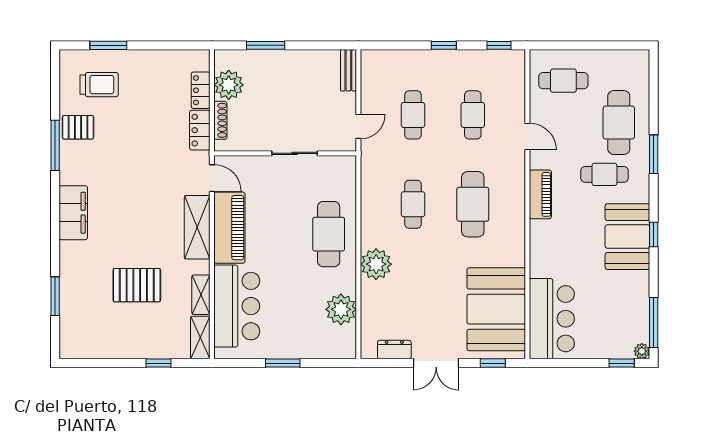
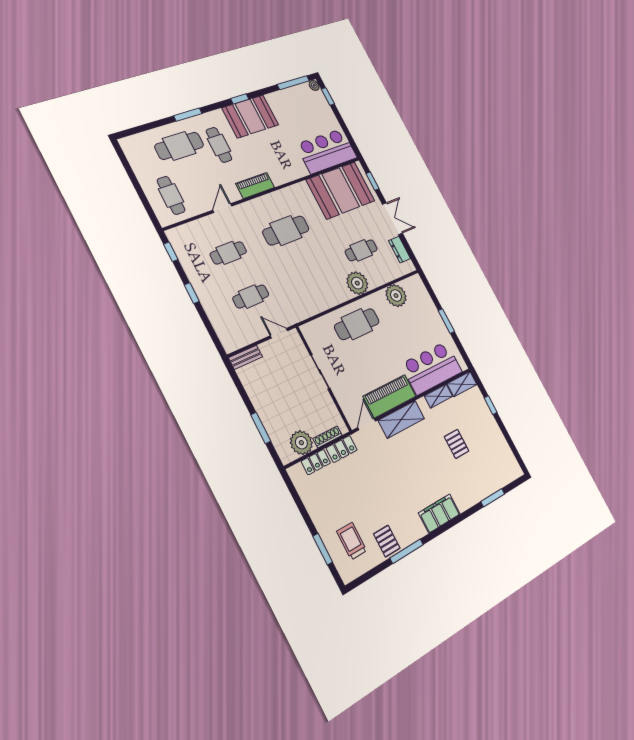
cafe table: (413, 204) -> (361, 250), moved
pallet: (137, 285) -> (457, 444), width x0.67, depth x0.71

